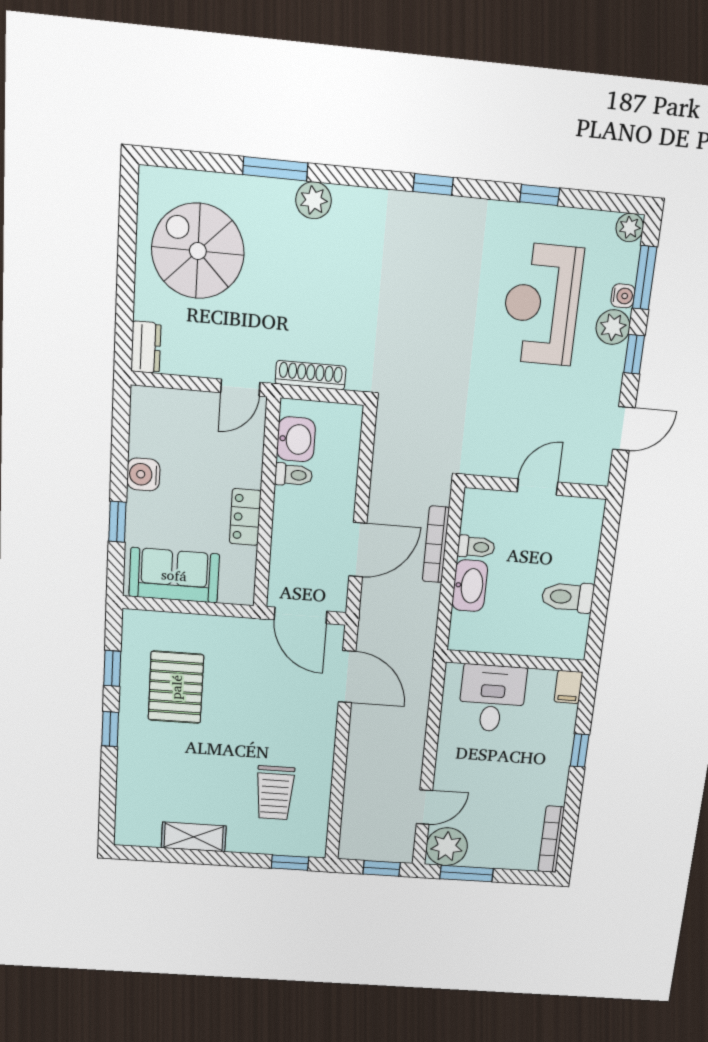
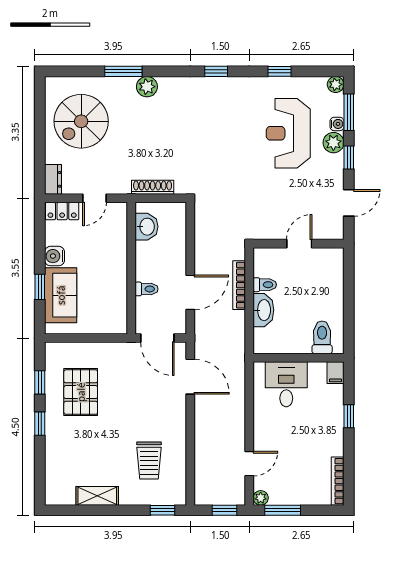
spiral stairs: (198, 251) -> (81, 121), turned -90
door: (240, 388) -> (94, 198), moved
toilet: (293, 475) -> (147, 289), moved
locker: (245, 517) -> (62, 211), moved, turned -90
sofa: (174, 575) -> (61, 295), moved, turned 90
toilet: (568, 597) -> (322, 337), moved, turned 90
plant: (447, 847) -> (261, 498), width x0.53, depth x0.53

